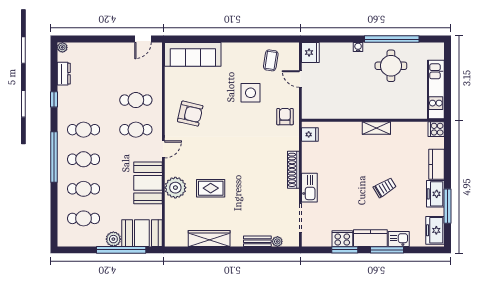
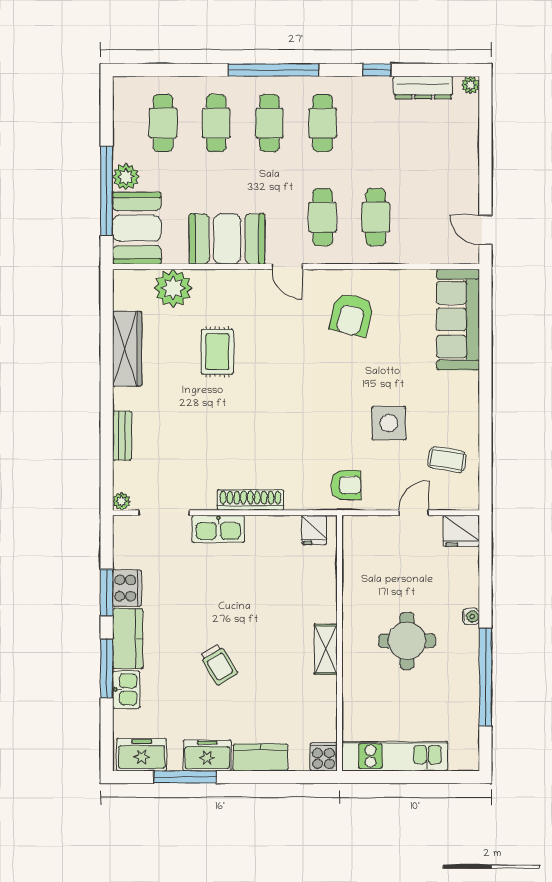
round table: (391, 66) -> (407, 641), moved
dresser: (64, 74) -> (423, 88), width x1.44
plant: (175, 188) -> (173, 288), moved
plant: (277, 241) -> (122, 501), moved

